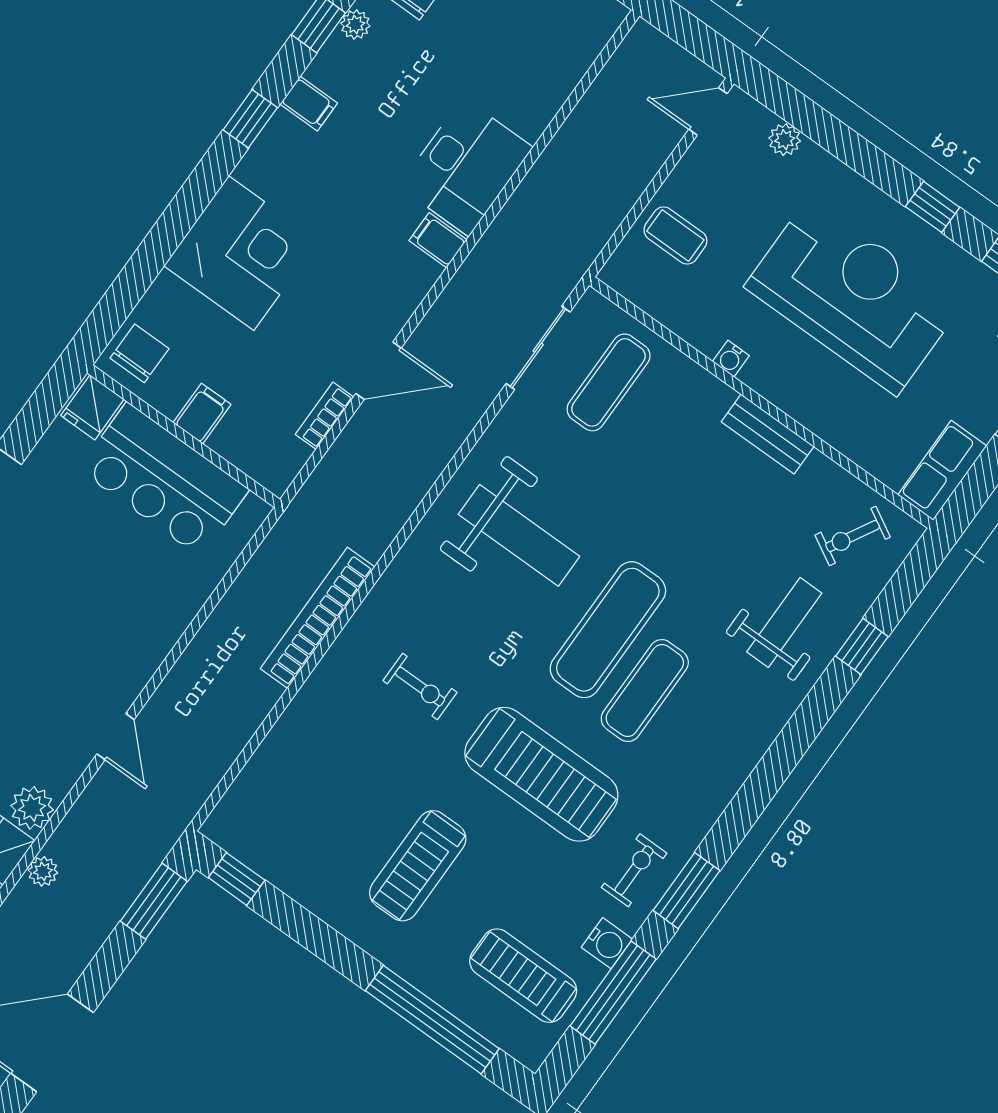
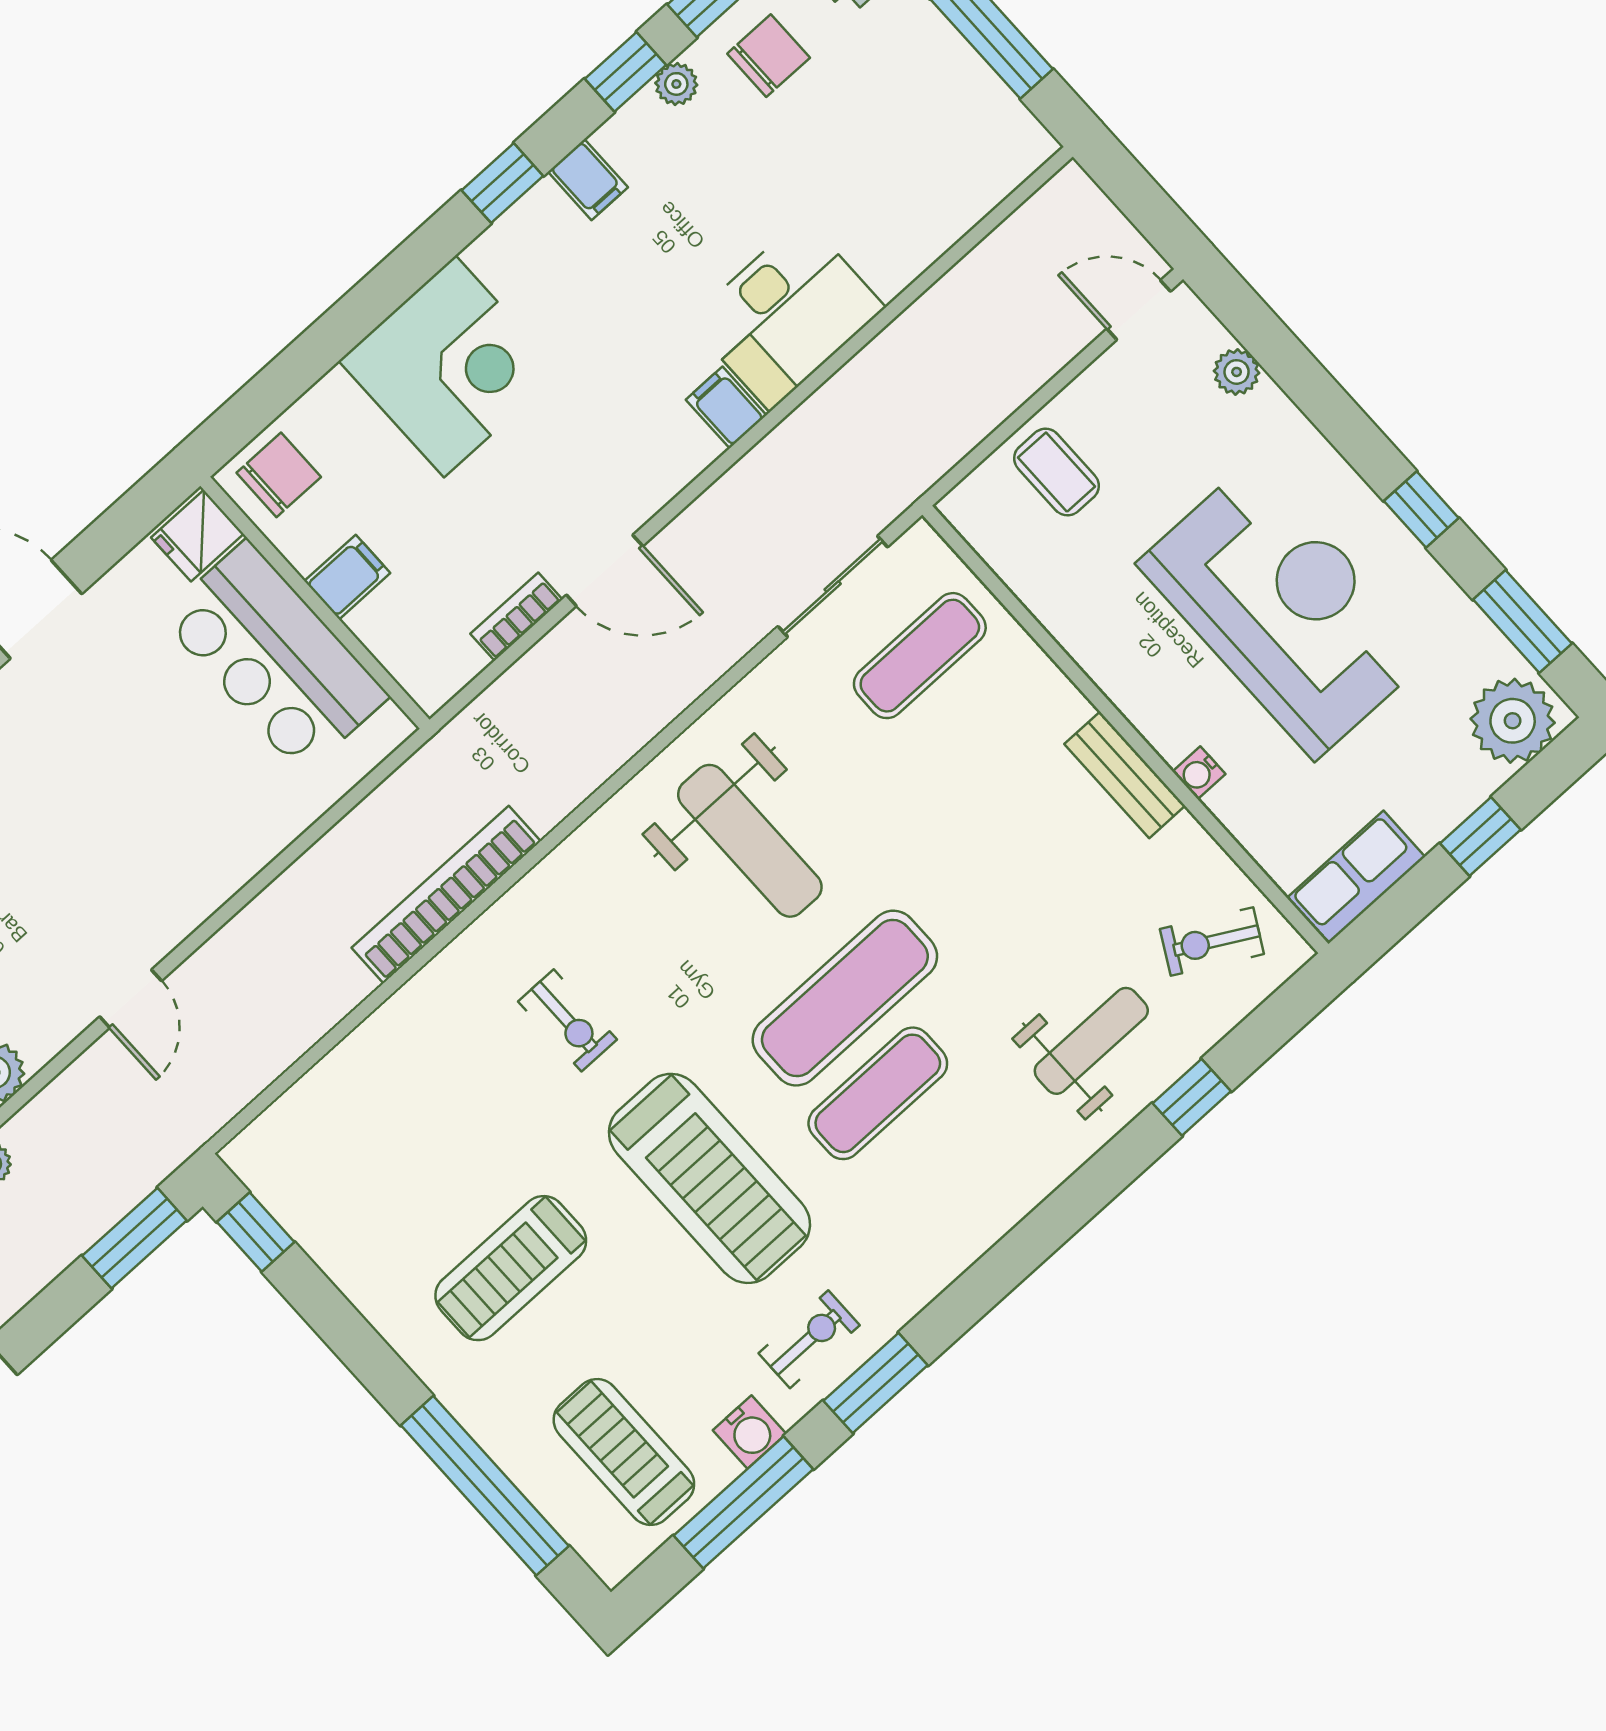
water cooler: (731, 359) -> (1199, 773), moved

